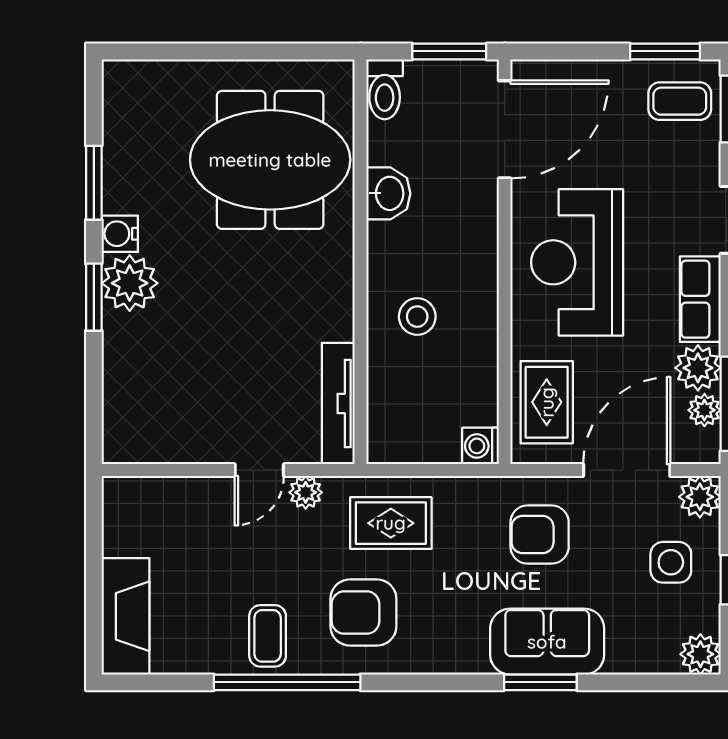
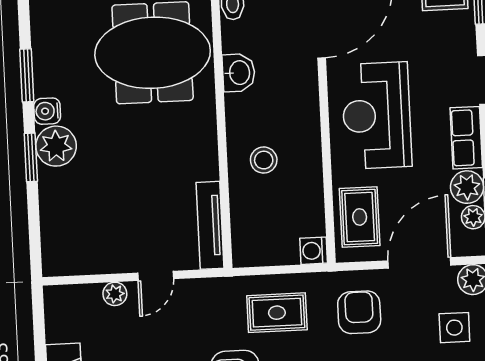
plant: (306, 492) -> (115, 294), moved
rug: (391, 523) -> (277, 313), moved
armchair: (540, 534) -> (359, 312), turned 90

